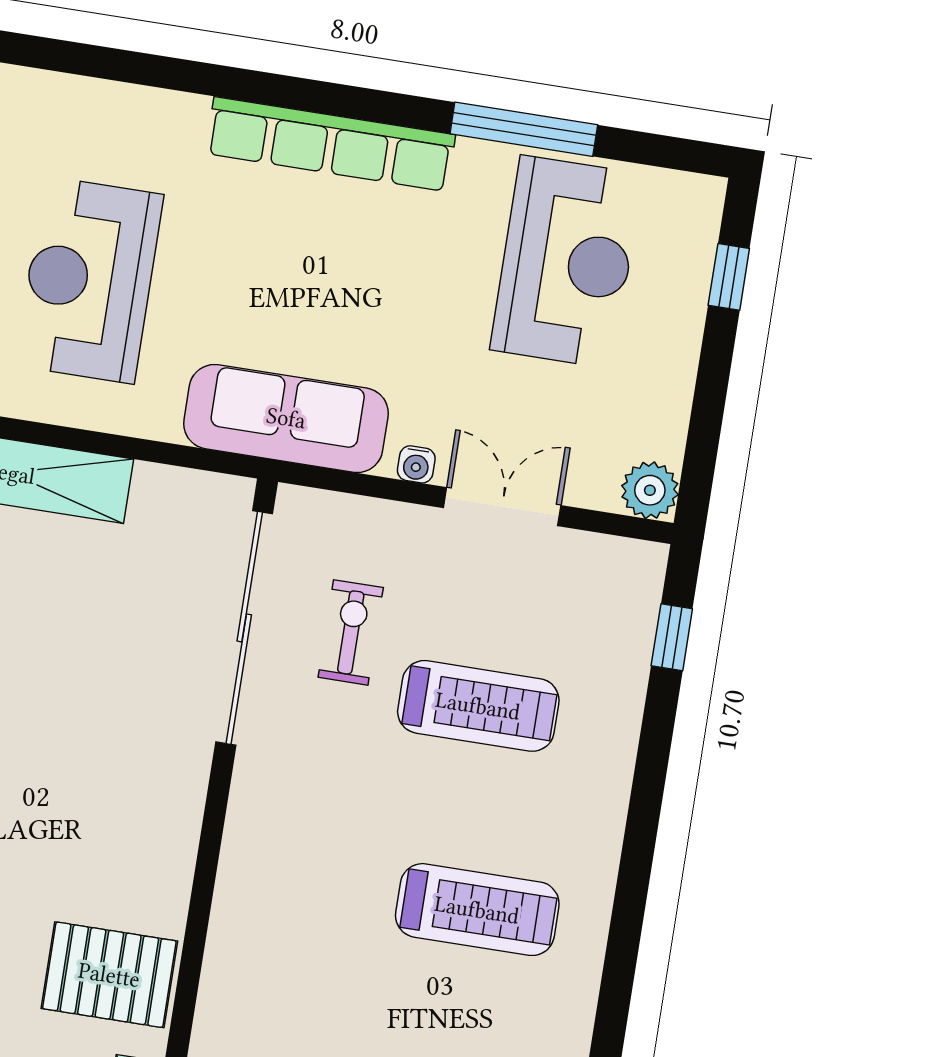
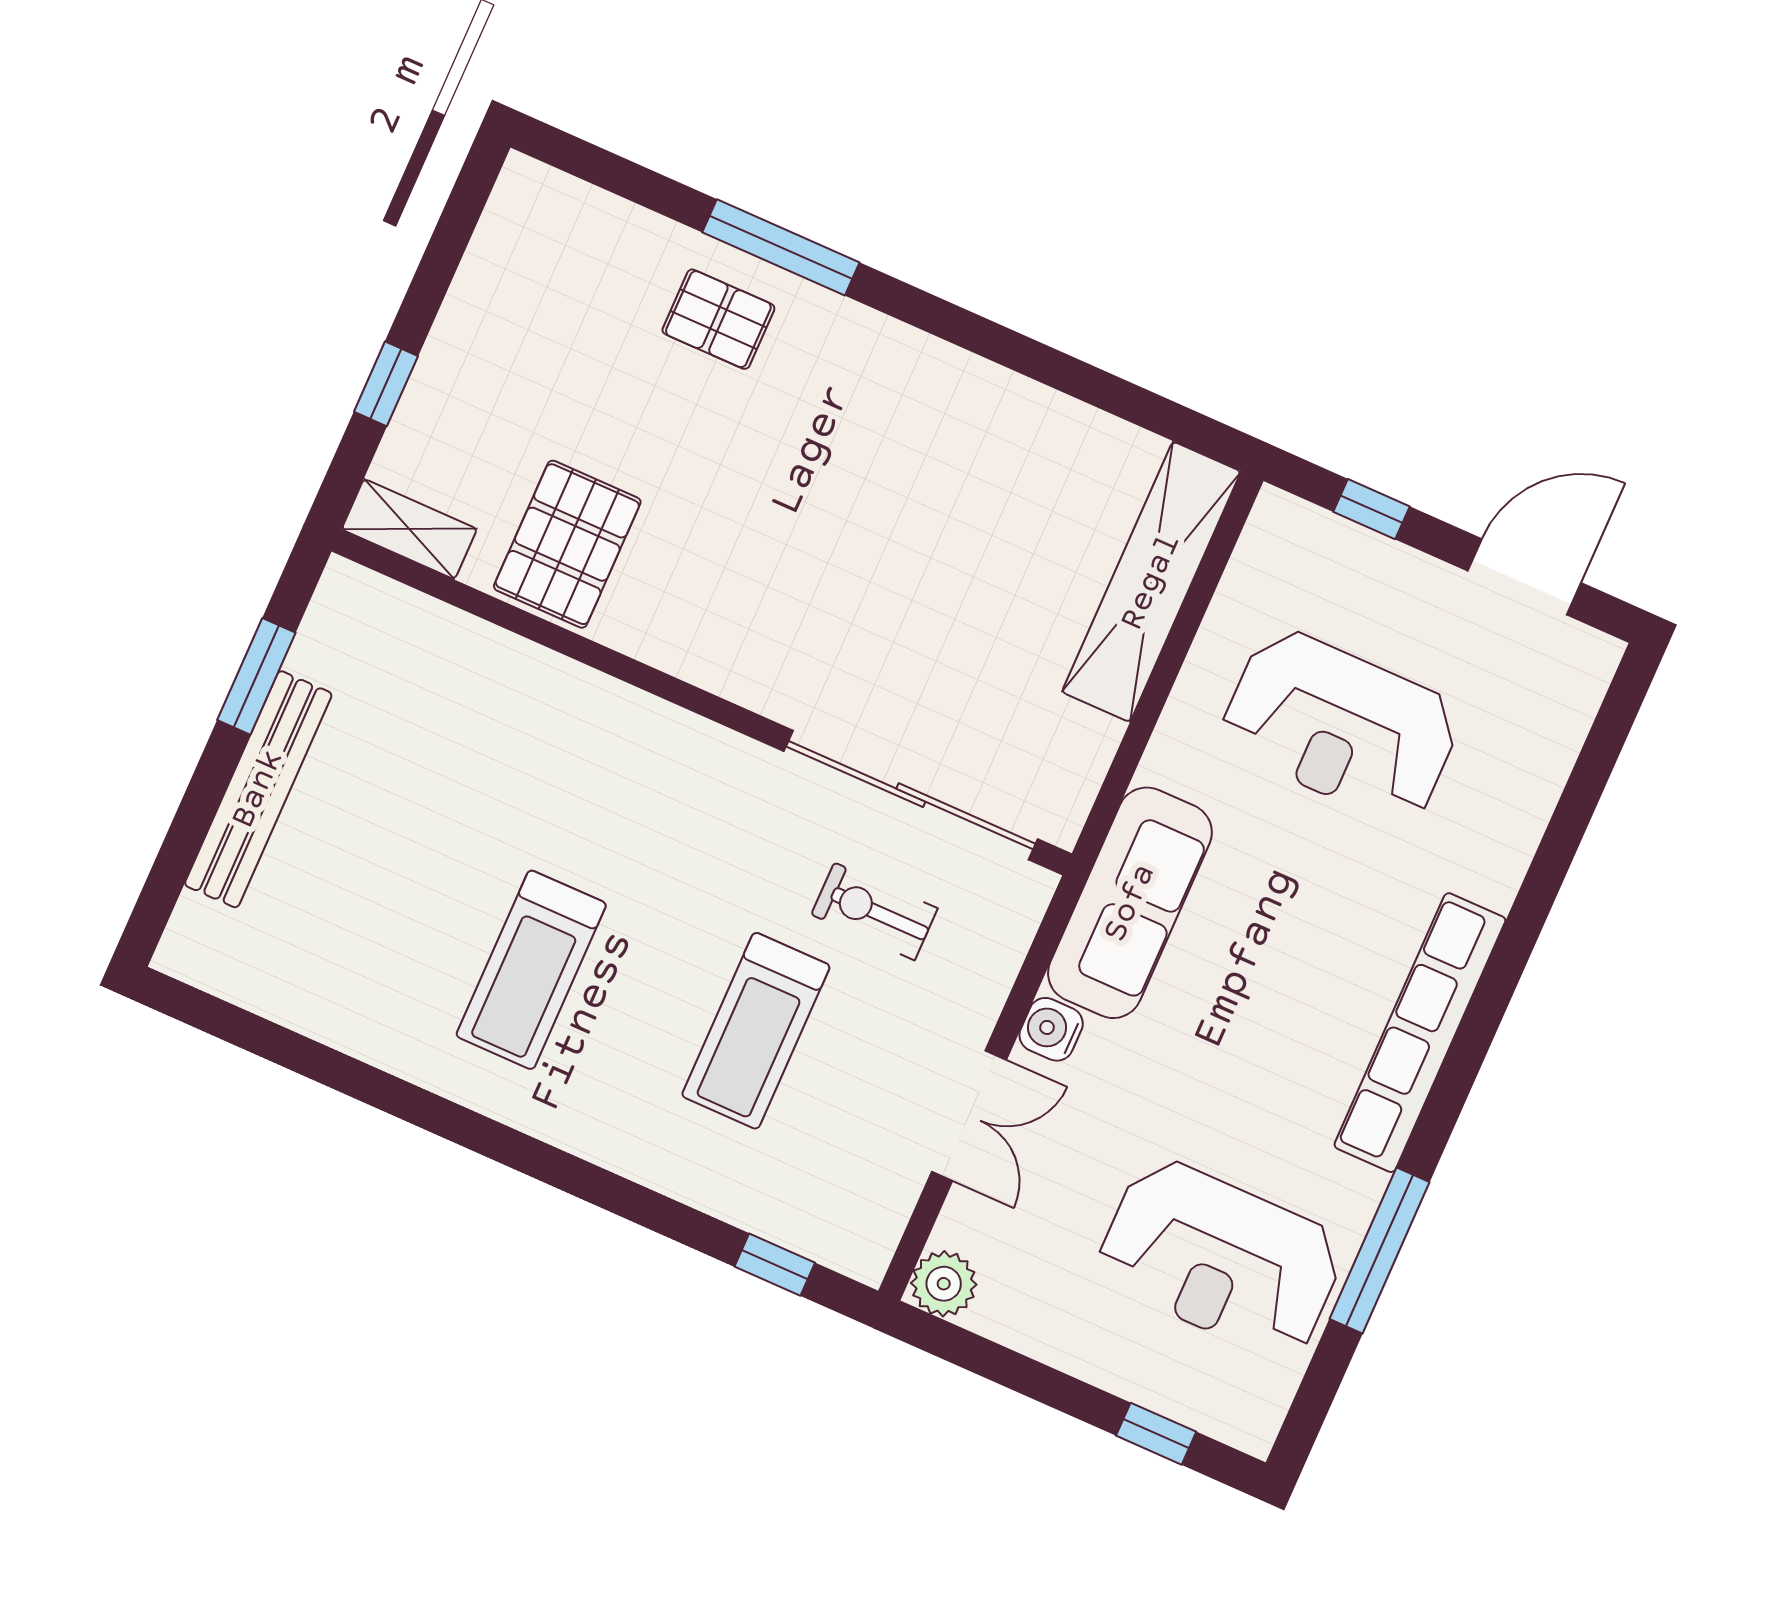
reception desk: (89, 280) -> (1341, 726), turned 180
water cooler: (416, 464) -> (1051, 1029), width x1.38, depth x1.38
exercise bike: (351, 632) -> (875, 911), turned 180

